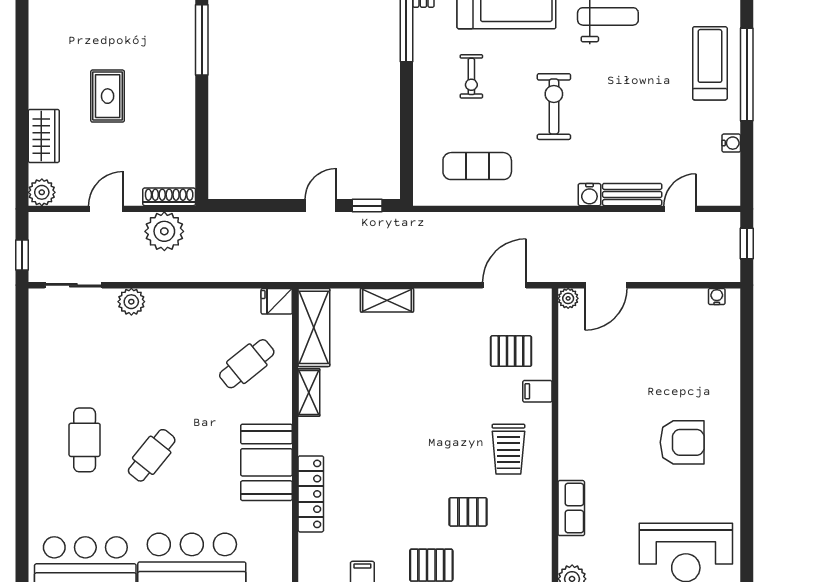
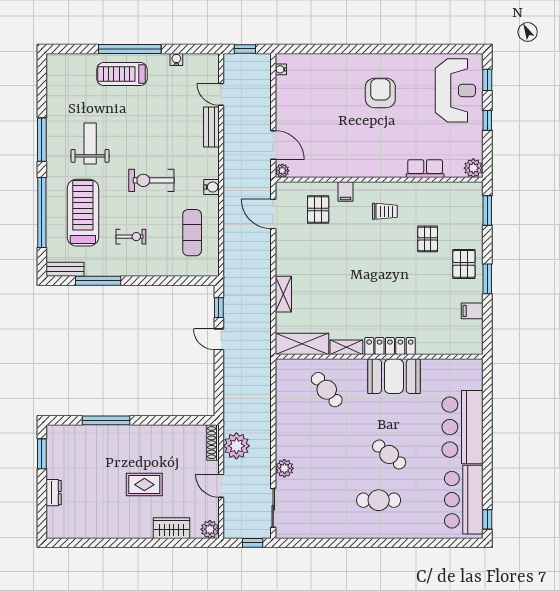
water cooler: (589, 195) -> (211, 187), moved
fridge: (277, 301) -> (284, 369), removed
trolley: (508, 449) -> (385, 211), width x0.73, depth x0.72
locker: (311, 494) -> (390, 346), moved

